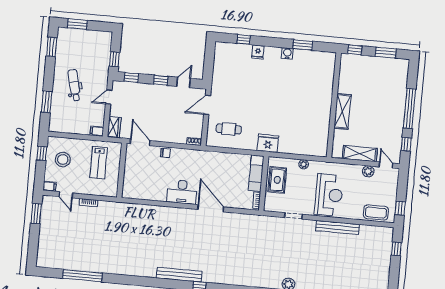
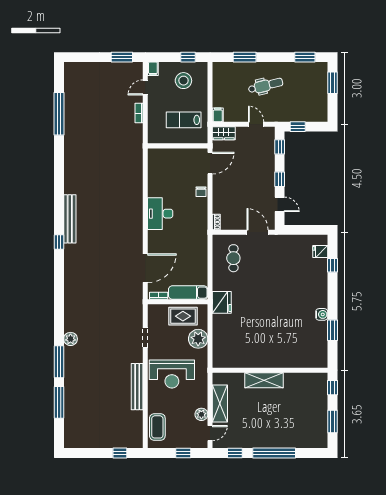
fridge: (258, 52) -> (320, 251), moved
plant: (304, 164) -> (198, 339), width x1.87, depth x1.87
door: (211, 208) -> (145, 268), moved
window: (400, 208) -> (183, 453), moved

